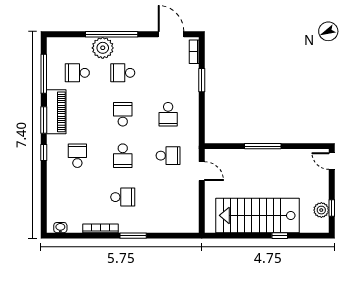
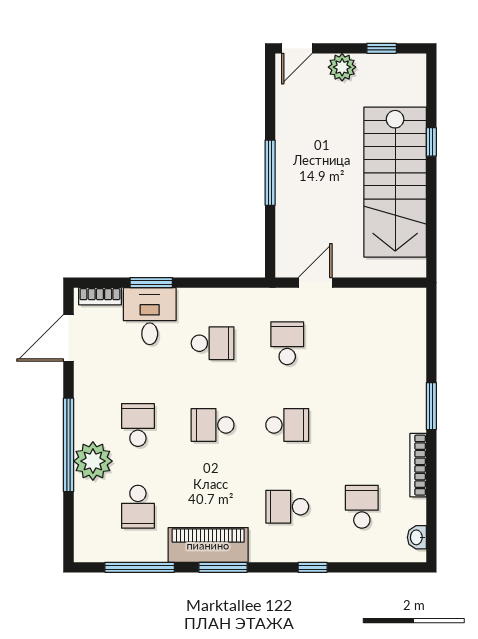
school desk: (123, 73) -> (138, 425), turned 180
desk: (183, 79) -> (150, 316), added
window: (44, 153) -> (313, 567), moved
school desk: (123, 197) -> (362, 507), moved
plant: (321, 210) -> (342, 67), moved

